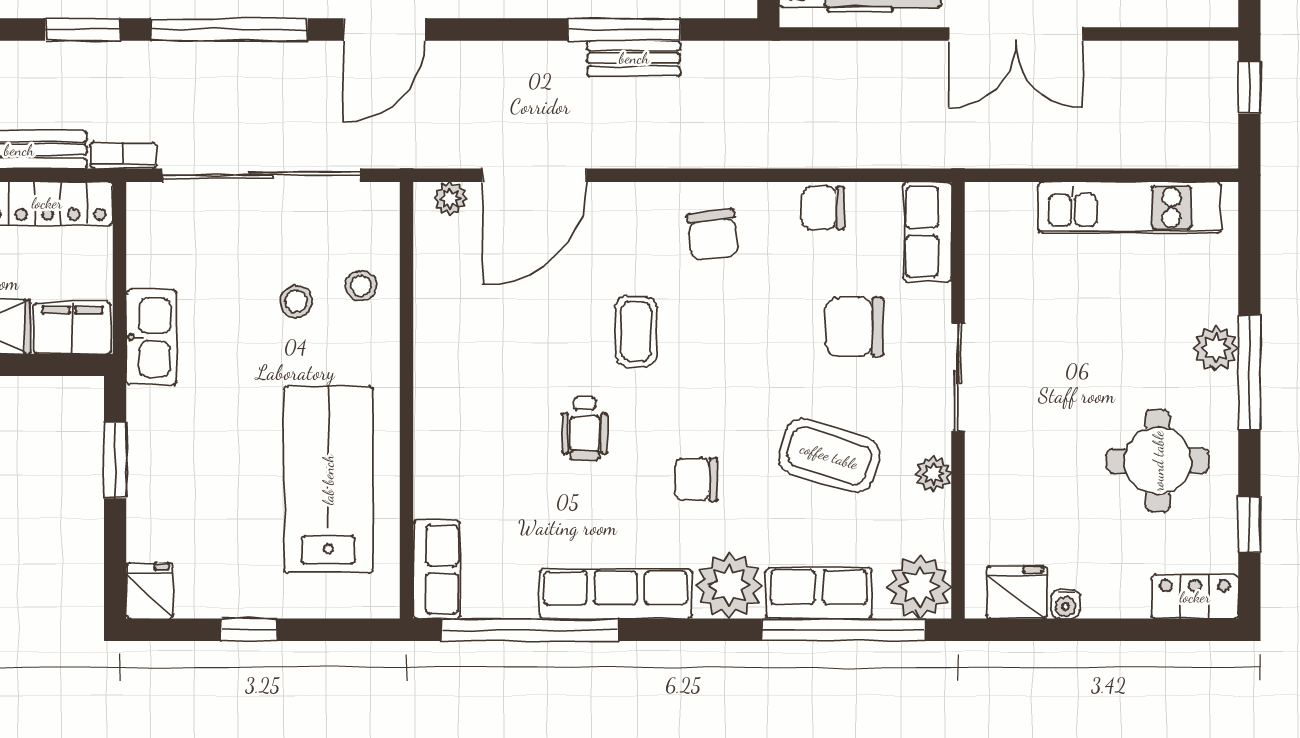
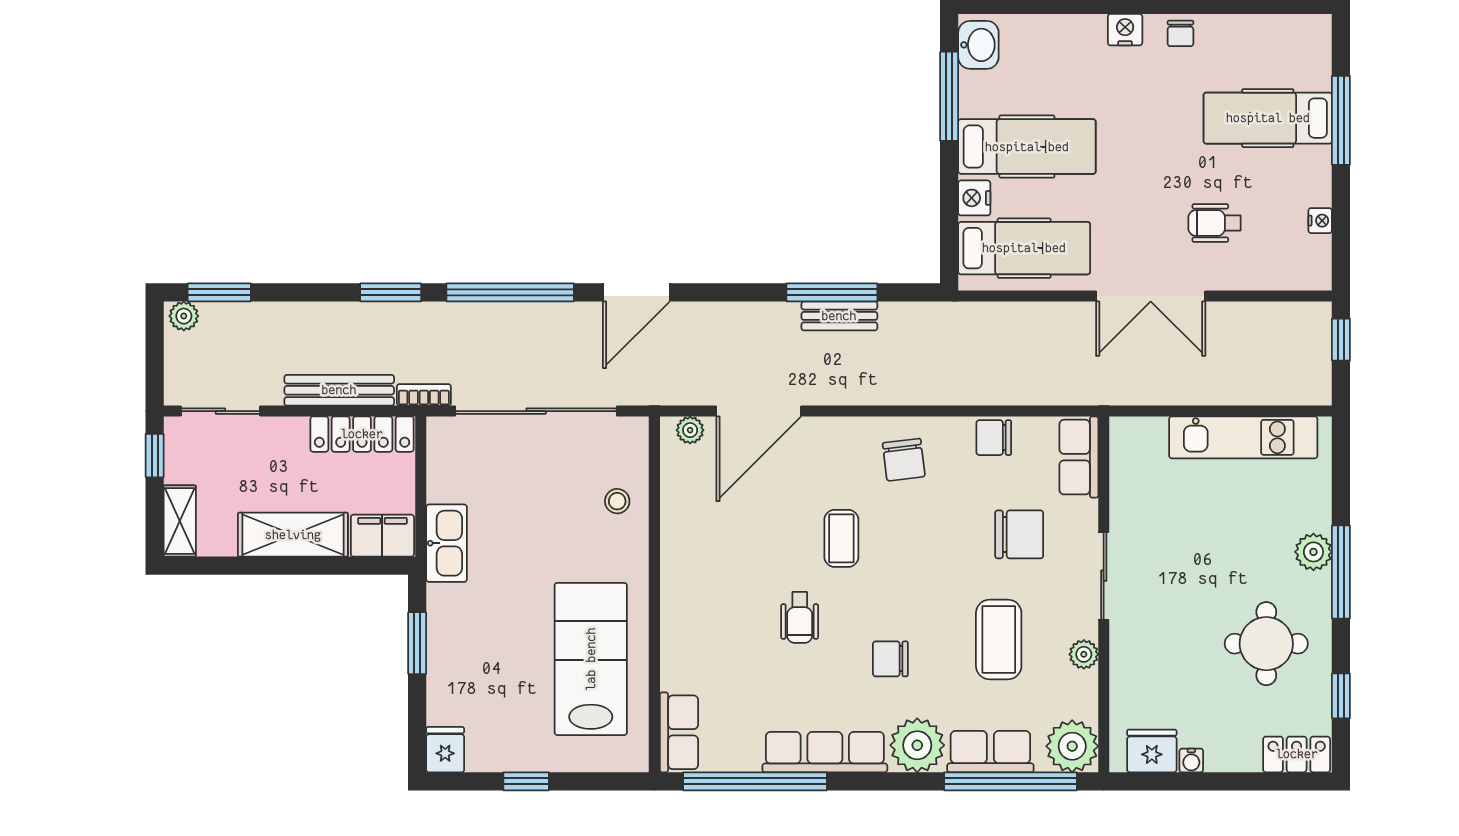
stool: (296, 302) -> (564, 514), removed
chair: (854, 327) -> (1019, 534), turned 180
coffee table: (829, 456) -> (999, 639), turned 73

